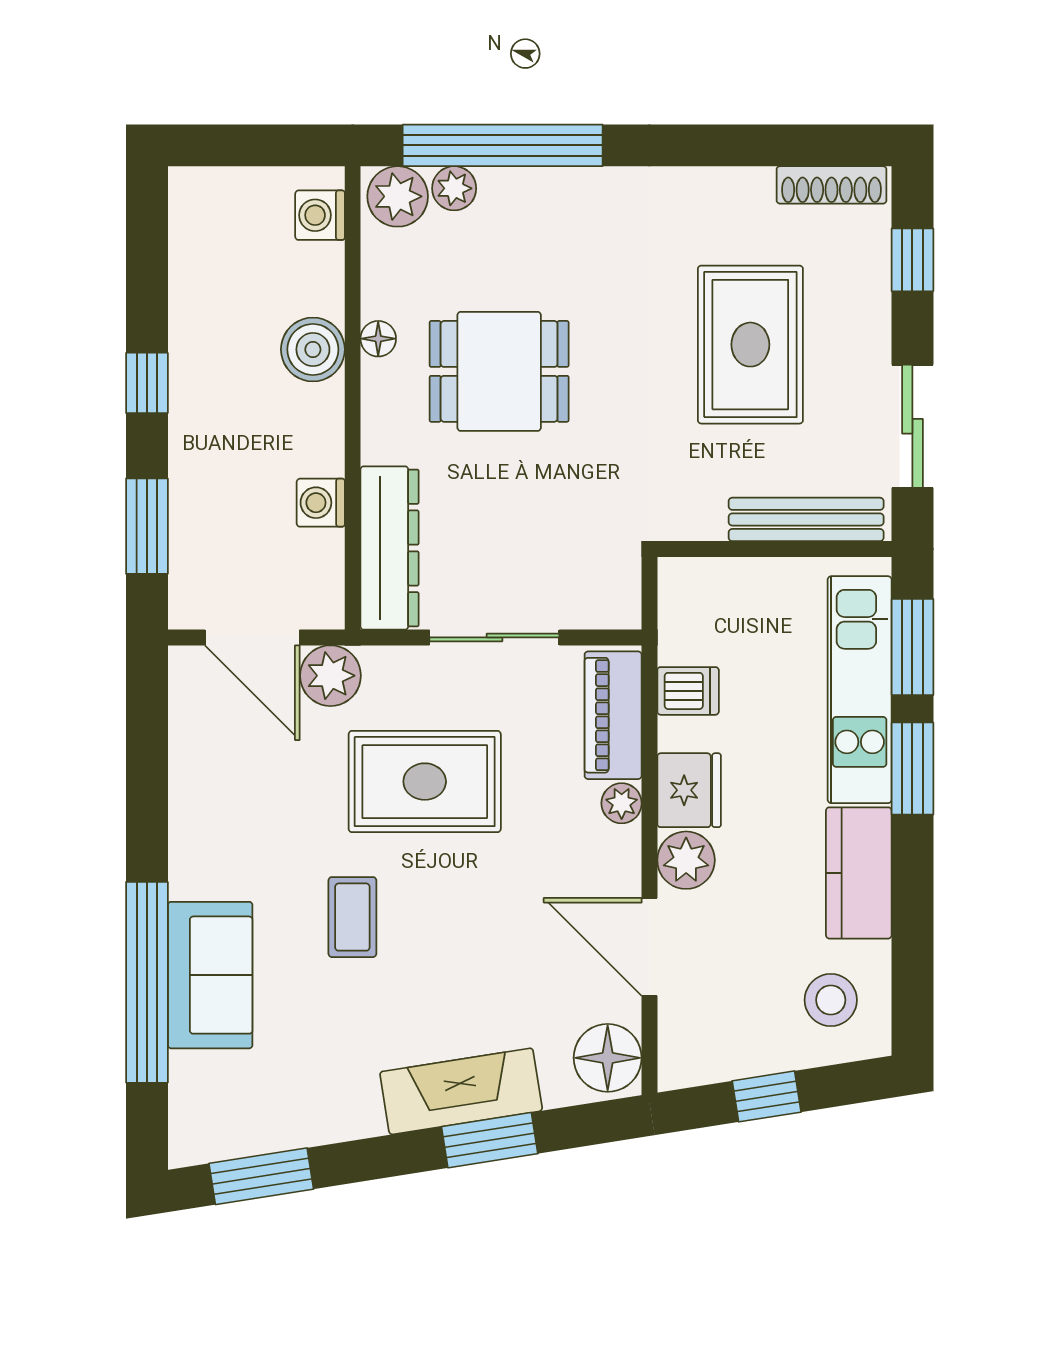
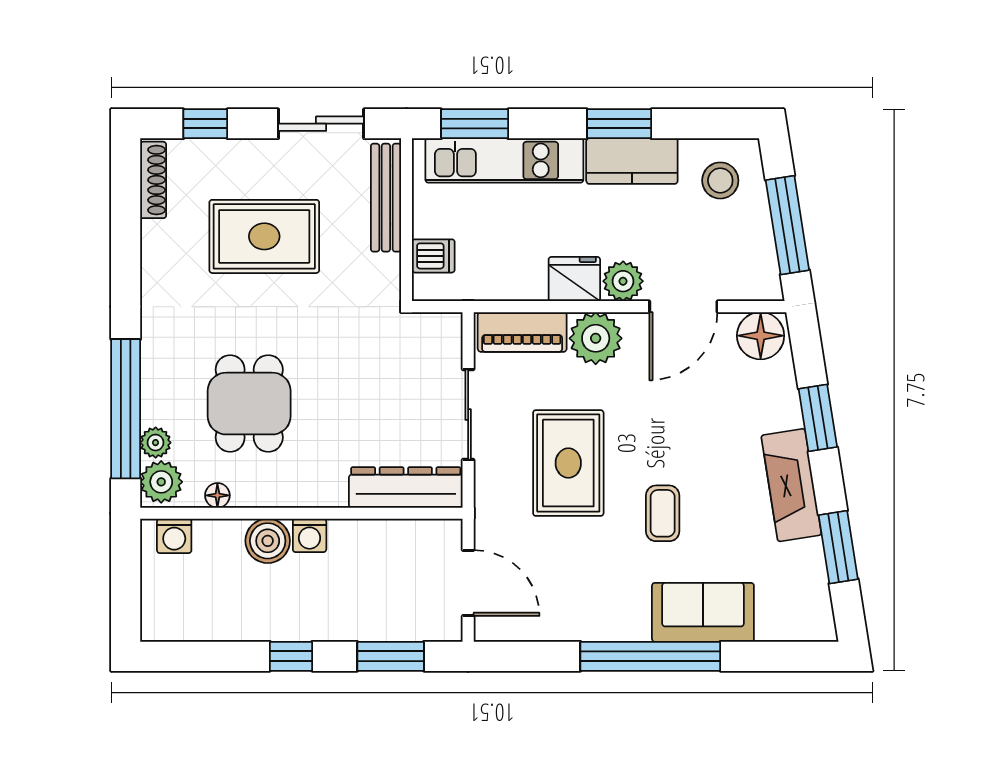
floor lamp: (378, 339) -> (217, 495), moved
dining table: (499, 371) -> (249, 404), moved
washing machine: (321, 503) -> (310, 535), moved
door: (252, 637) -> (468, 583), hinge flipped
plant: (330, 676) -> (495, 529), removed
dishwasher: (688, 691) -> (433, 256), moved, turned 90
window: (912, 769) -> (619, 124), moved
plant: (622, 803) -> (596, 338), width x1.87, depth x1.87
coffee table: (352, 917) -> (663, 513), turned 90
window: (147, 982) -> (650, 656), moved
fireplace: (461, 1091) -> (791, 485), moved
window: (767, 1096) -> (787, 225), width x2.17
window: (261, 1176) -> (838, 547), moved

